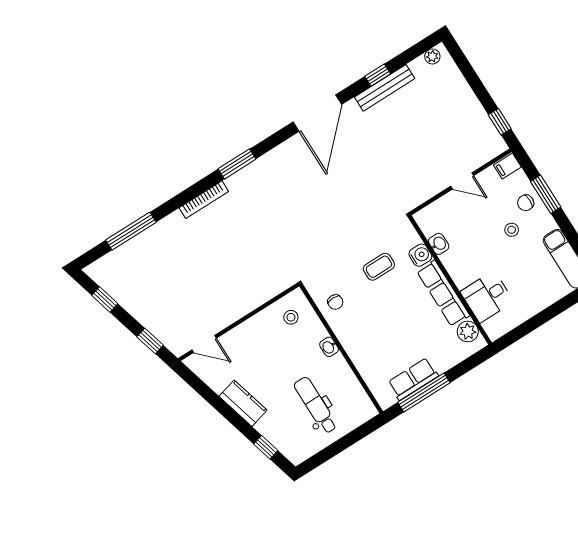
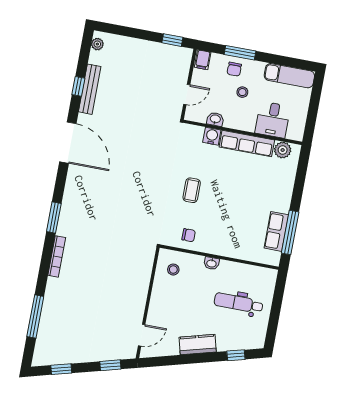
washbasin: (439, 244) -> (215, 119), moved
water cooler: (420, 255) -> (212, 136), moved
wall: (450, 280) -> (243, 132), moved
row of seats: (443, 293) -> (247, 144), moved
desk: (487, 297) -> (273, 120), moved
plant: (468, 332) -> (283, 150), moved

